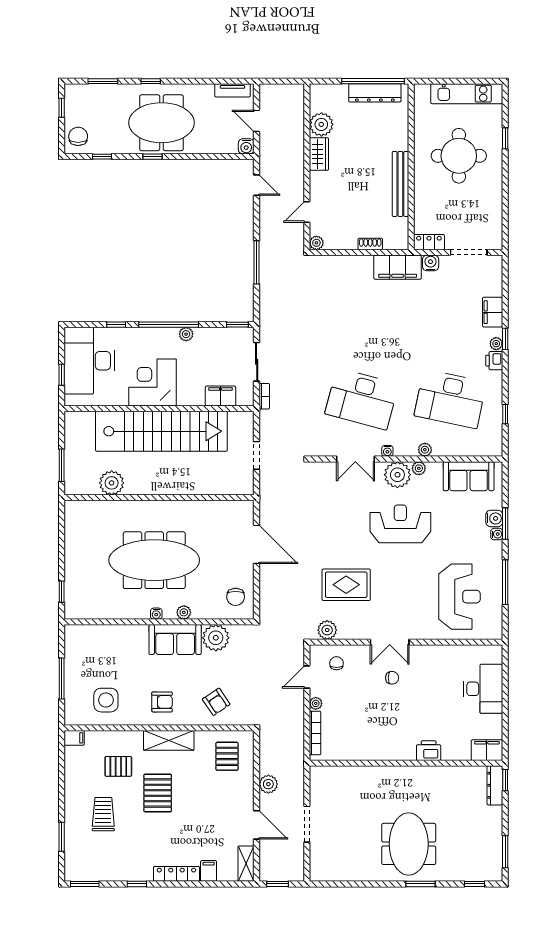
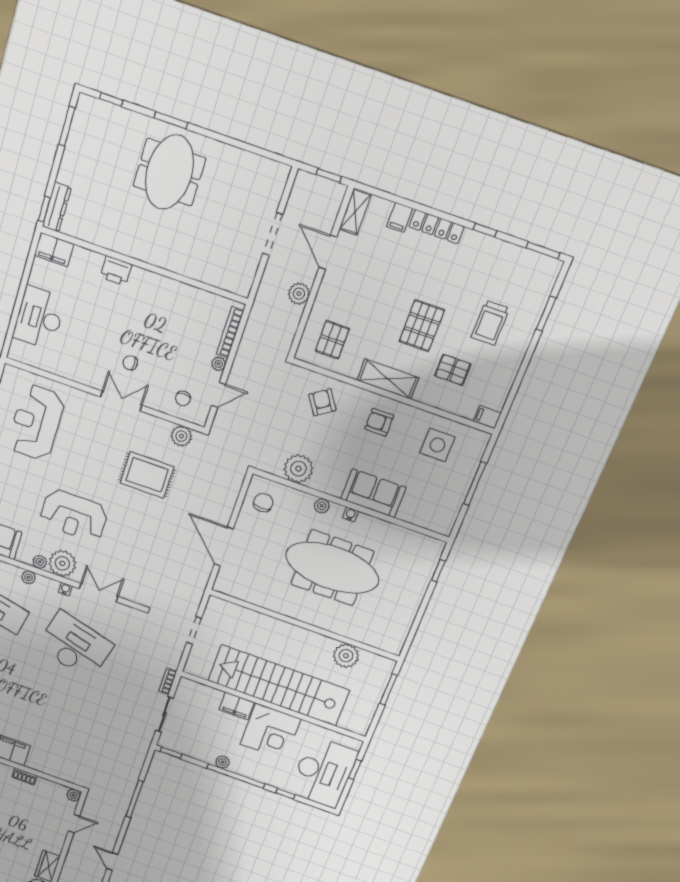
filing cabinet: (220, 396) -> (237, 706), moved
sofa: (175, 640) -> (373, 493), moved

